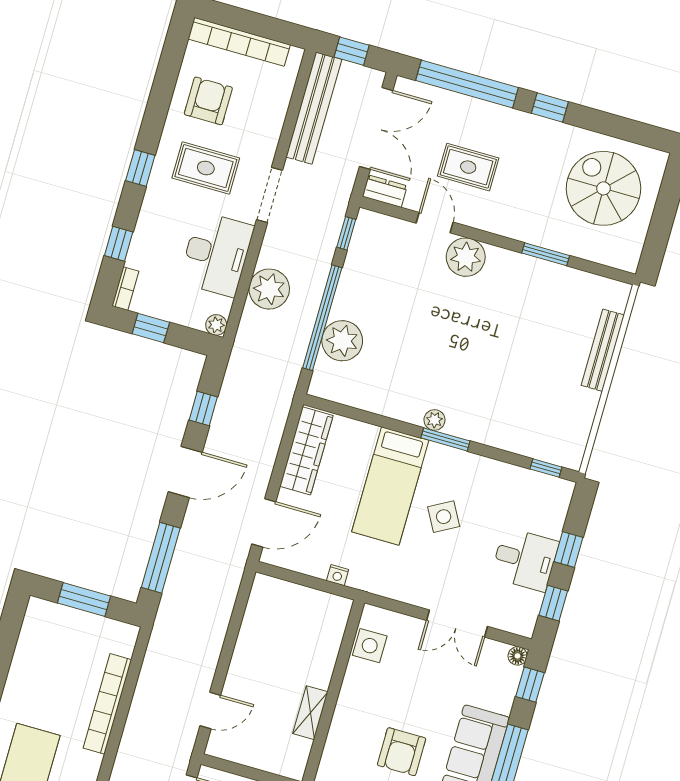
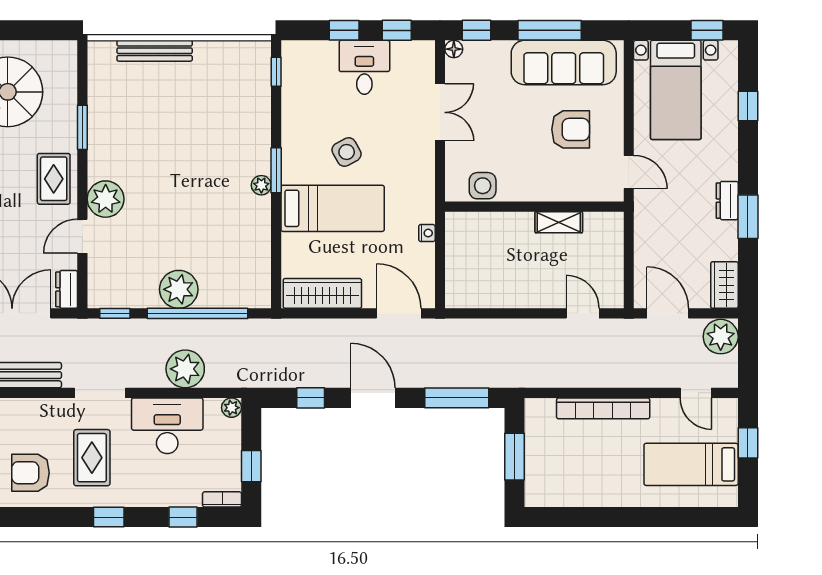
rug: (468, 167) -> (54, 179), moved
plant: (342, 341) -> (179, 289), moved

